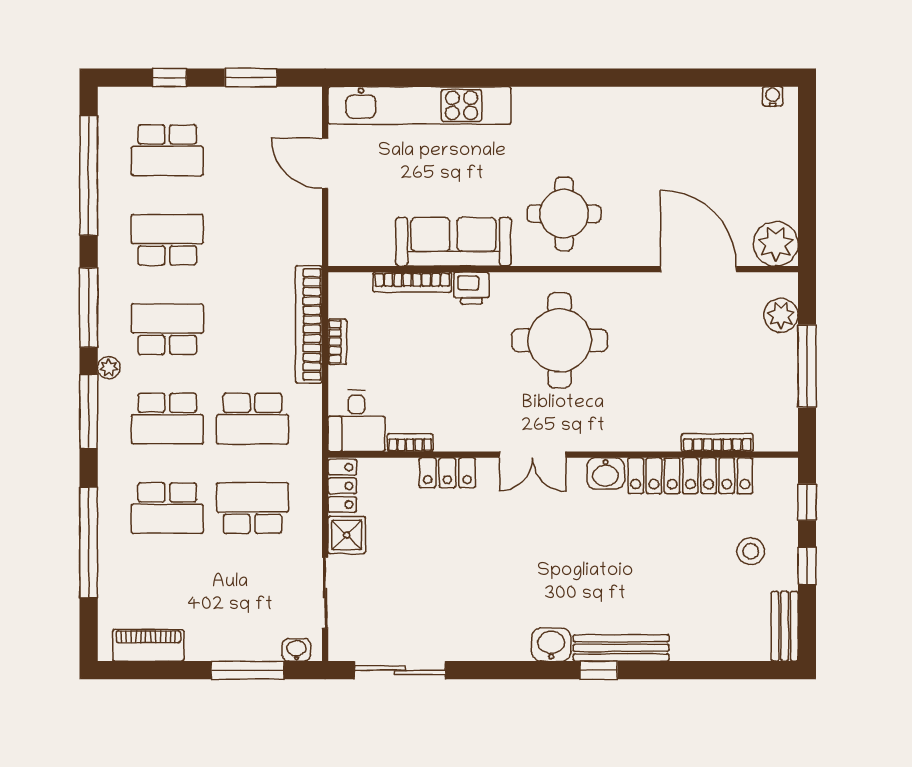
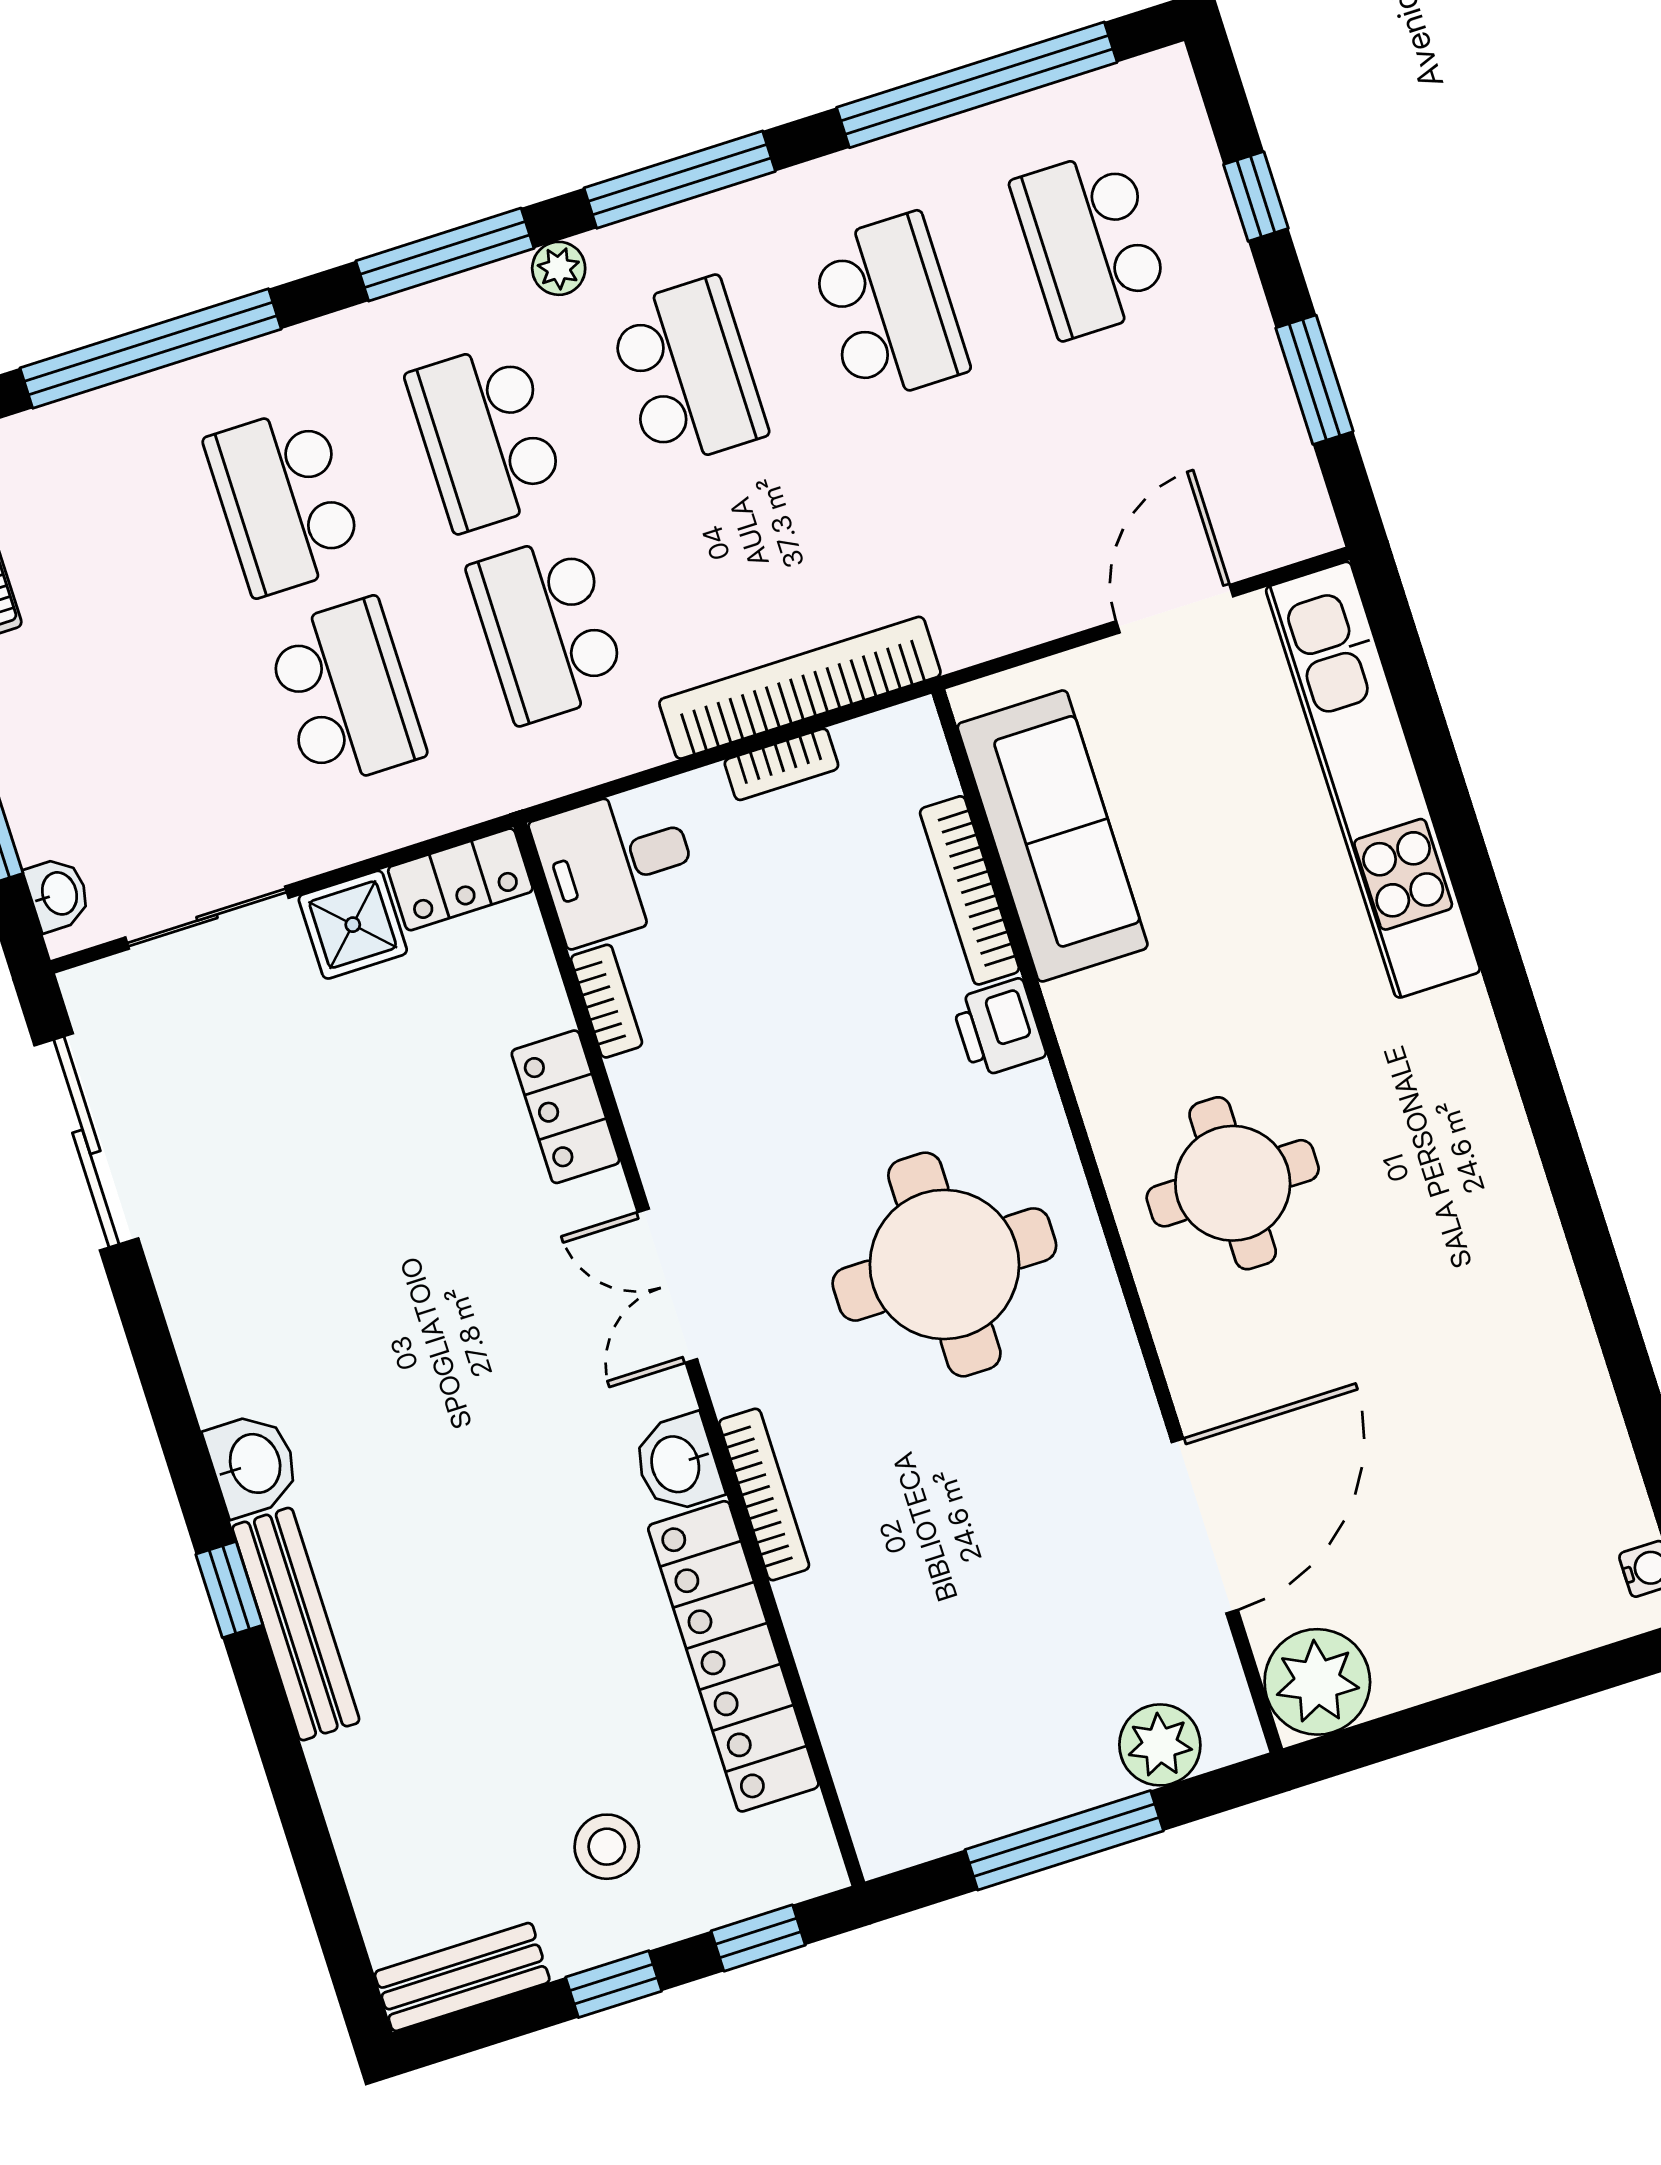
sofa: (453, 242) -> (1053, 836), moved
bookcase: (717, 443) -> (764, 1494), moved

